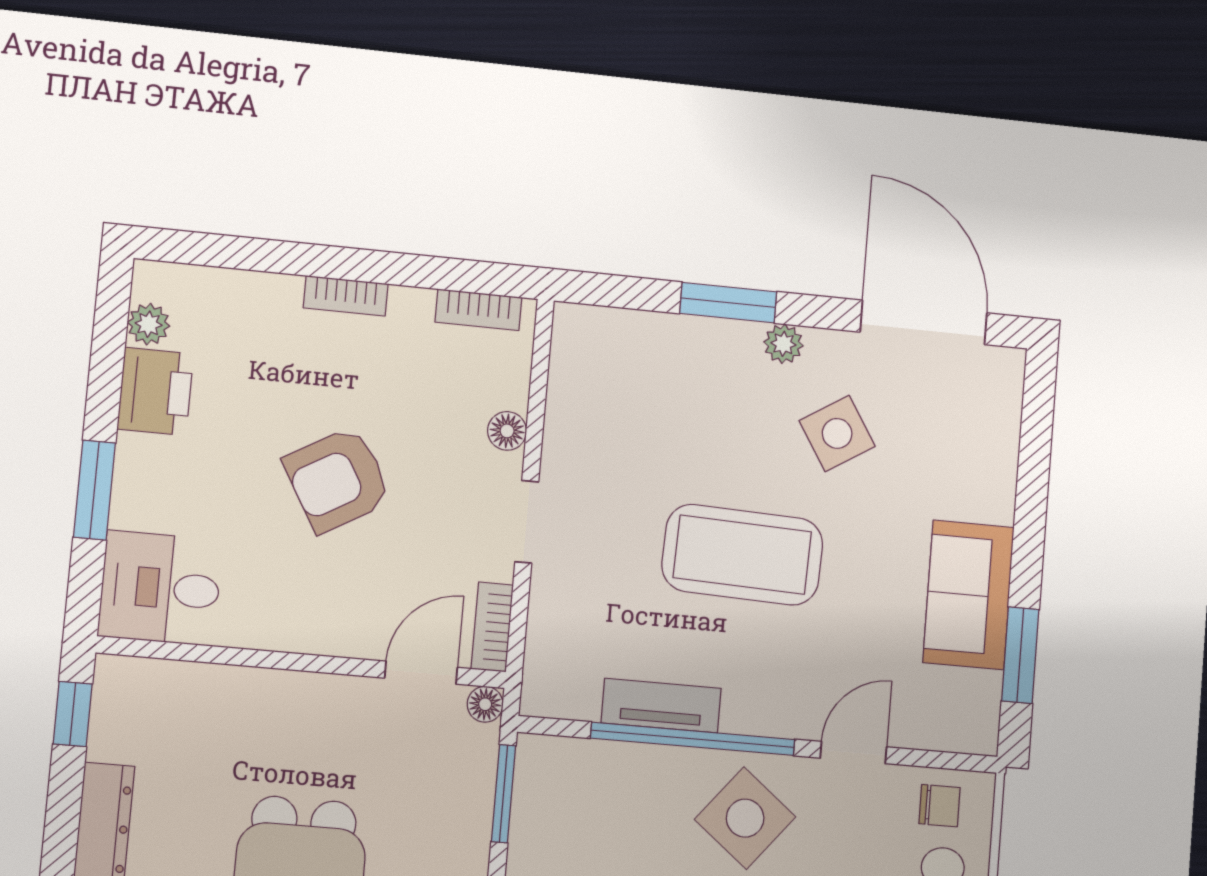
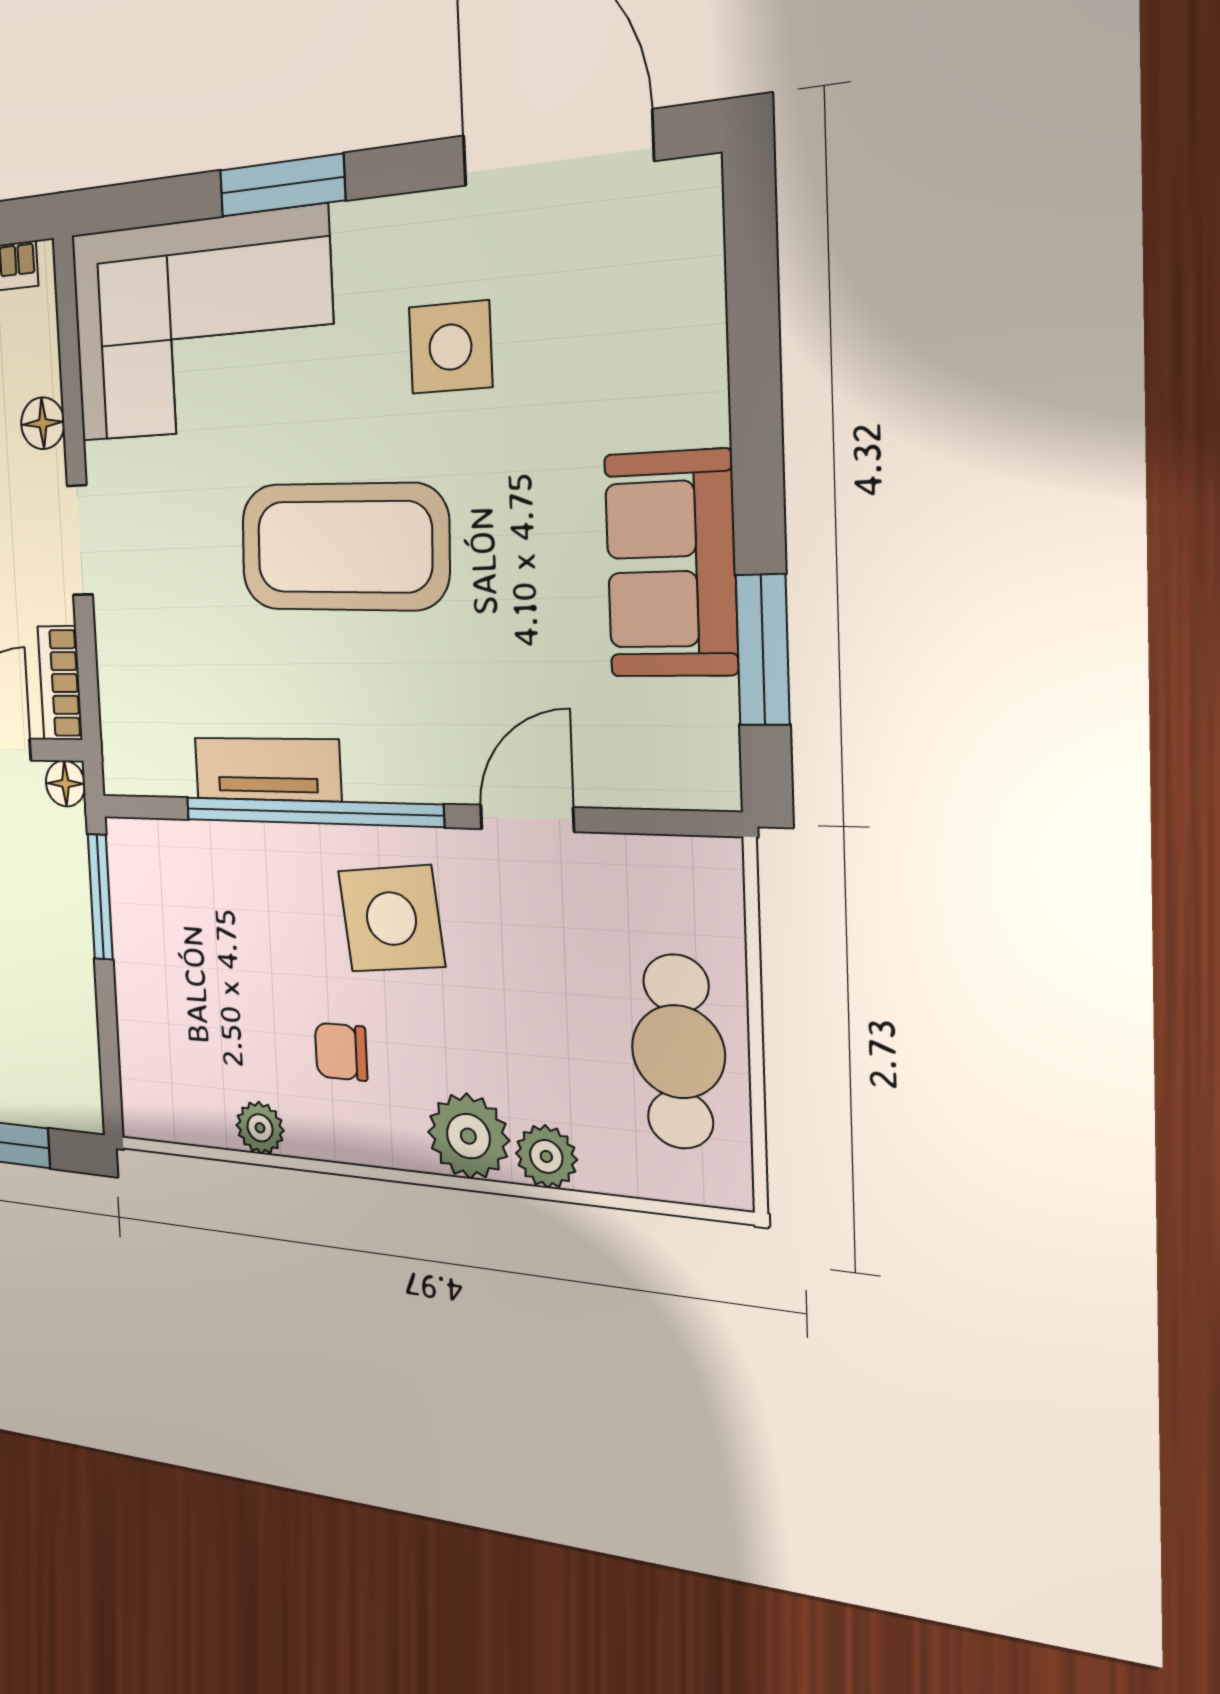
plant: (783, 344) -> (362, 228), removed
corner sofa: (652, 385) -> (201, 326), added
side table: (837, 433) -> (450, 347), turned 32
chair: (940, 806) -> (661, 891), removed
side table: (745, 818) -> (391, 919), turned 45

